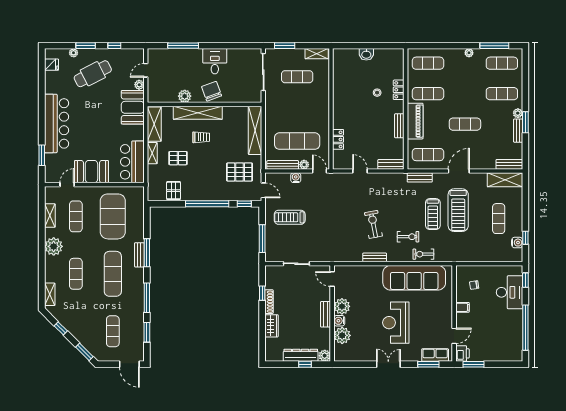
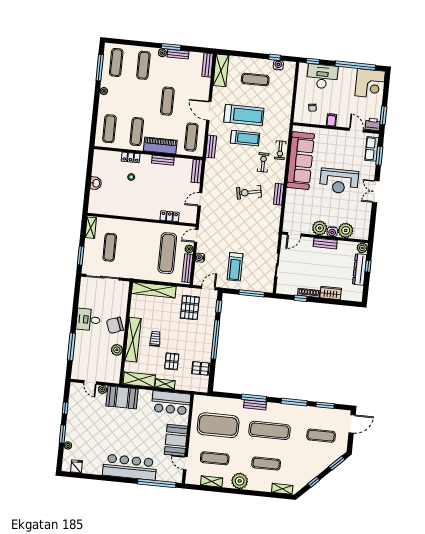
cafe table: (93, 74) -> (88, 430), removed
window: (42, 155) -> (157, 483), width x2.11
corner desk: (507, 346) -> (370, 84), added

